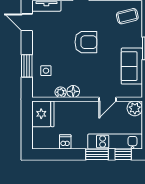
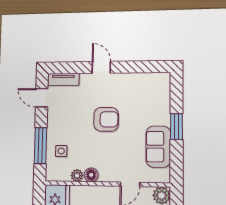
coffee table: (127, 16) -> (153, 90), removed
window: (27, 66) -> (40, 146), width x1.44

